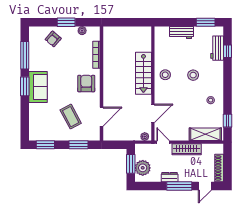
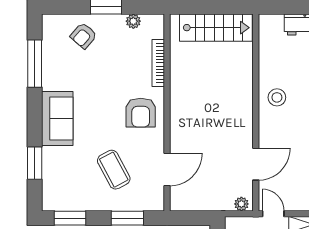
stairs: (143, 73) -> (216, 28), moved, turned -90
armchair: (86, 84) -> (141, 113), turned 180
window: (25, 86) -> (35, 163), moved

